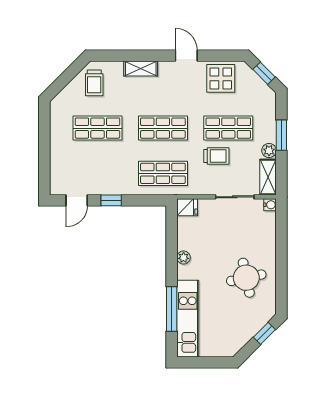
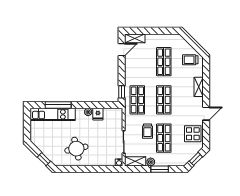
shelving: (58, 178) -> (135, 38), added
door: (77, 200) -> (122, 50), swing flipped
window: (111, 200) -> (122, 92), moved
fridge: (187, 207) -> (98, 114), moved

